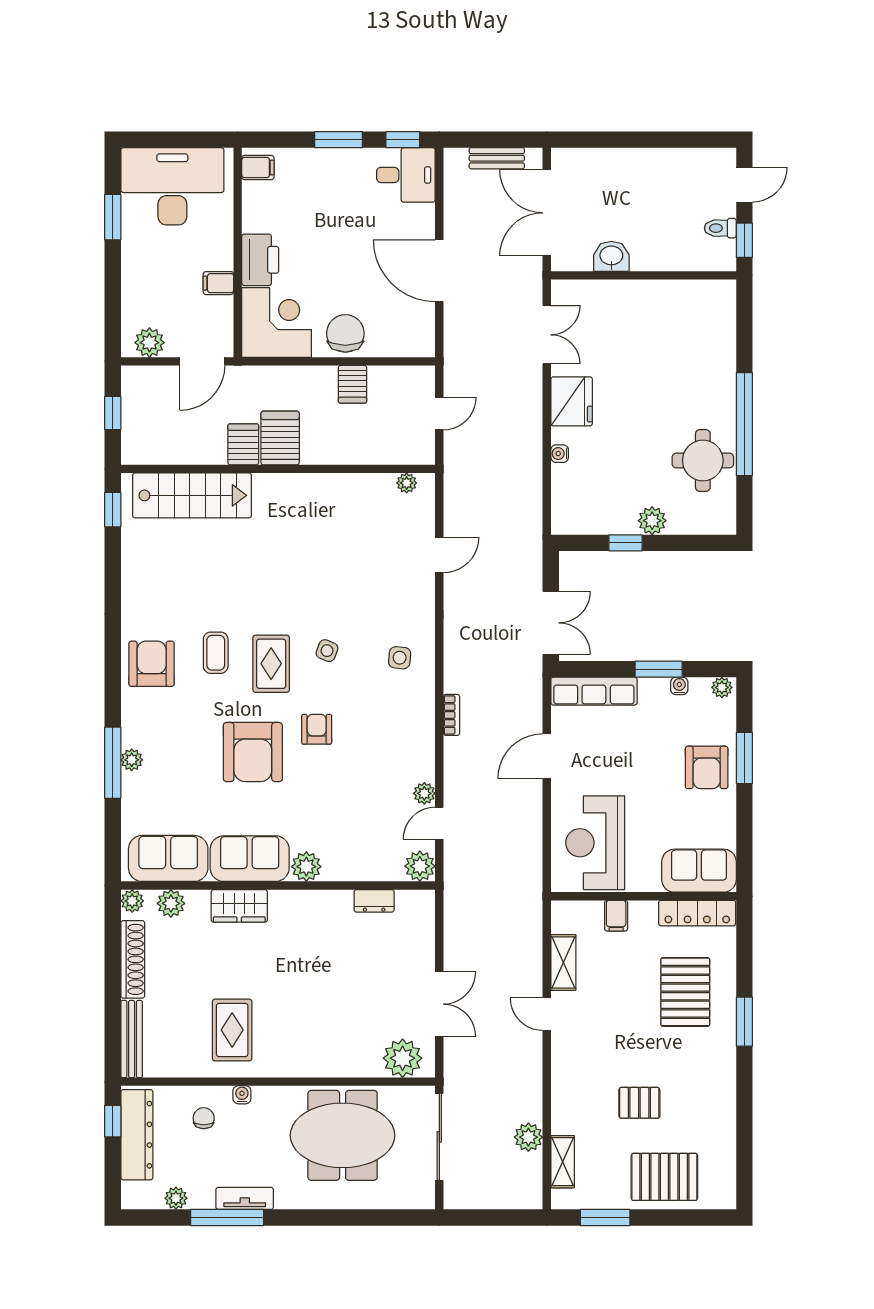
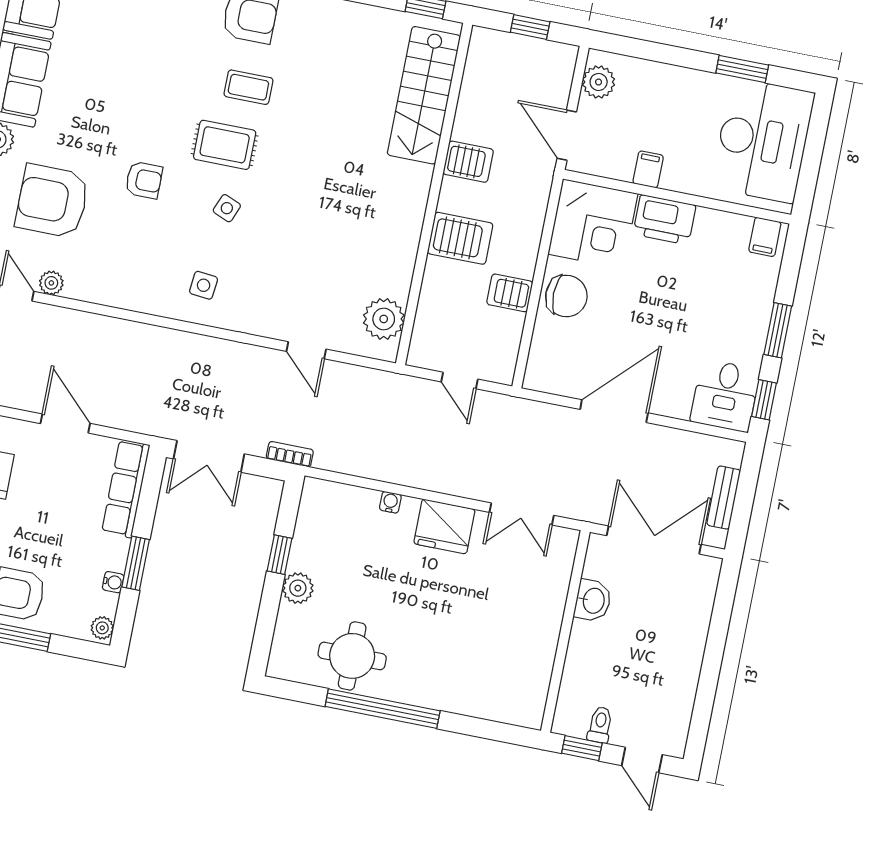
server rack: (280, 438) -> (460, 238), moved
plant: (407, 483) -> (384, 319), width x1.88, depth x1.88
bookcase: (452, 715) -> (290, 454), moved, turned 180
armchair: (253, 752) -> (52, 201), moved

